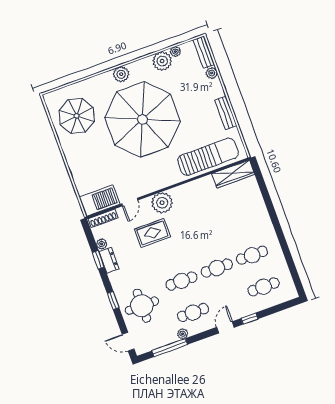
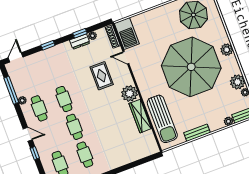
wardrobe: (233, 174) -> (140, 116), moved
plant: (162, 203) -> (129, 93), moved
round table: (142, 306) -> (44, 68), removed

